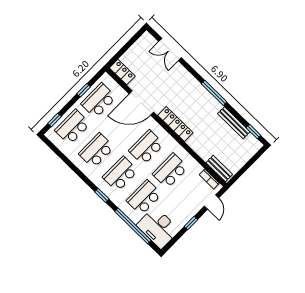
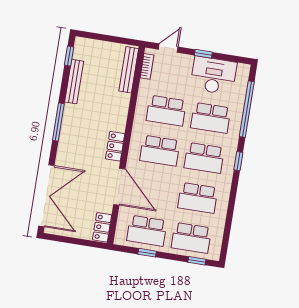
double door: (170, 49) -> (46, 196), width x1.87
locker: (175, 124) -> (115, 146), width x0.66
bench: (219, 169) -> (129, 70), width x1.36
desk: (158, 228) -> (214, 76), moved, turned -90

